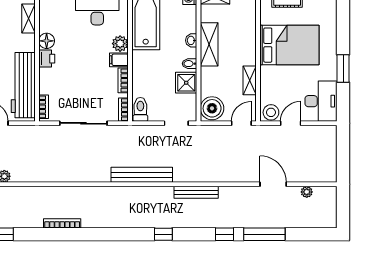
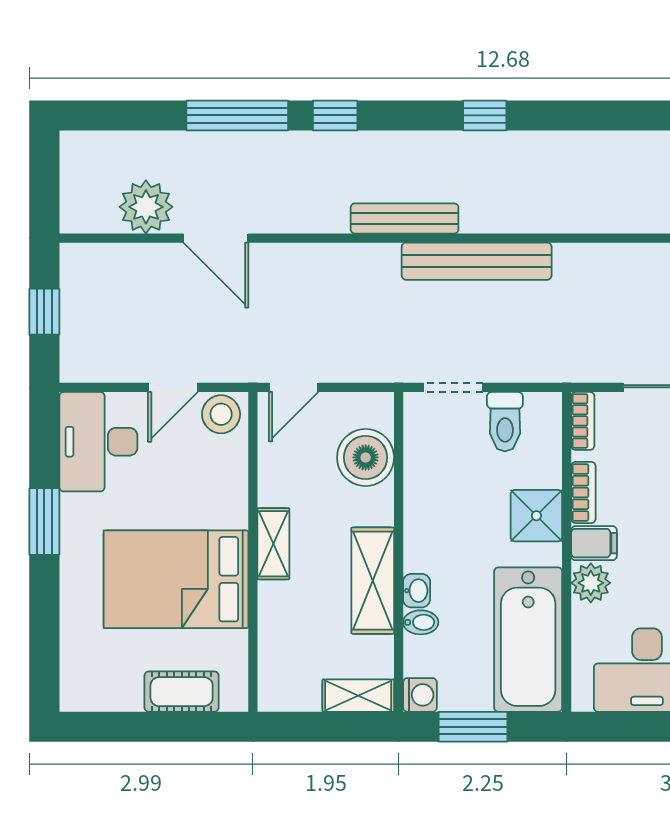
bidet: (190, 64) -> (421, 622), moved
shelving: (250, 80) -> (273, 544), moved
shower: (186, 83) -> (536, 516), moved
boiler: (212, 108) -> (366, 457), moved
toilet: (140, 109) -> (505, 422), moved
window: (343, 154) -> (44, 312), added
bench: (142, 175) -> (477, 261), moved
plant: (307, 192) -> (146, 207), width x1.88, depth x1.88

